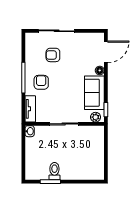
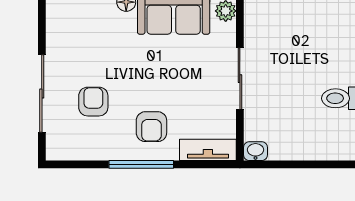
armchair: (53, 55) -> (93, 102), turned 180
armchair: (41, 82) -> (151, 127), turned -90

